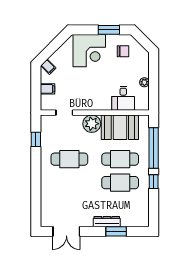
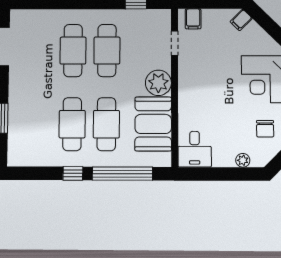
plant: (144, 82) -> (243, 160), moved
filing cabinet: (47, 89) -> (193, 19), moved
desk: (123, 98) -> (195, 149), moved, turned -90
cafe table: (69, 183) -> (73, 51), added
dresser: (107, 222) -> (16, 105), removed

